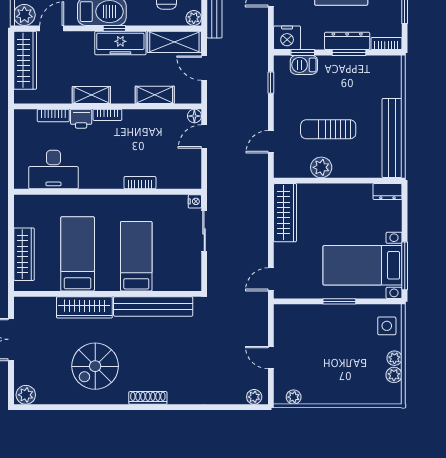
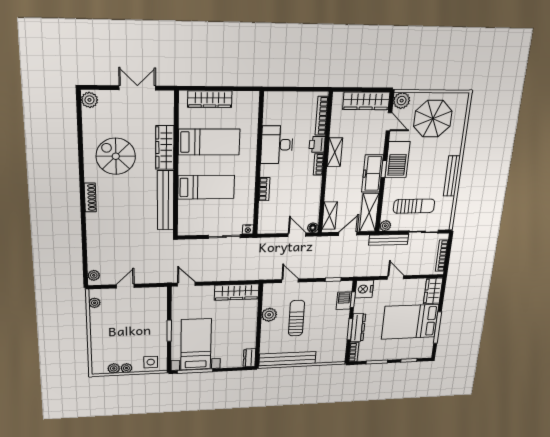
shelving: (155, 95) -> (330, 216), moved
bookcase: (53, 115) -> (322, 116), width x1.56
desk: (53, 170) -> (277, 145), moved

